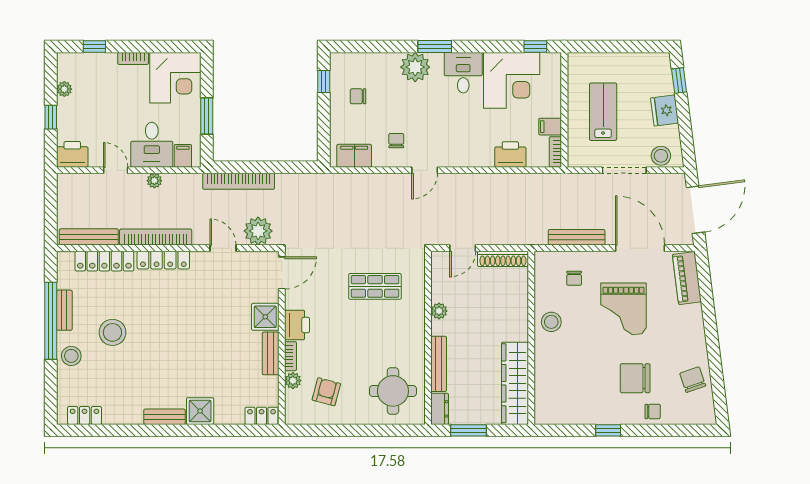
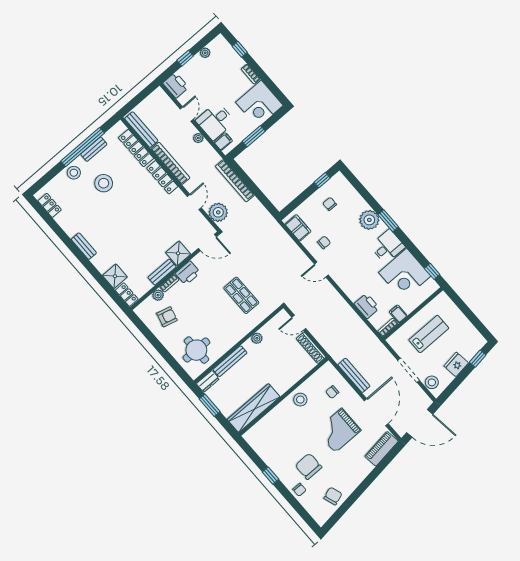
shower: (200, 411) -> (115, 276), moved

